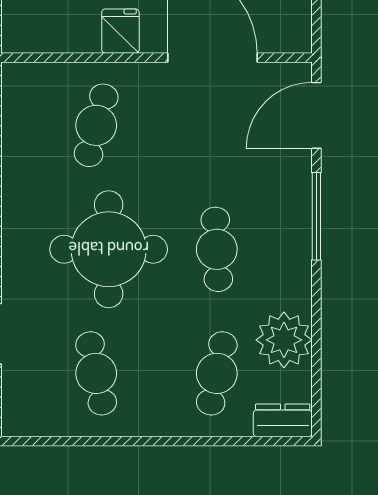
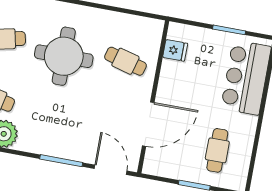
fridge: (120, 31) -> (175, 50), moved
cafe table: (217, 249) -> (54, 109), removed

